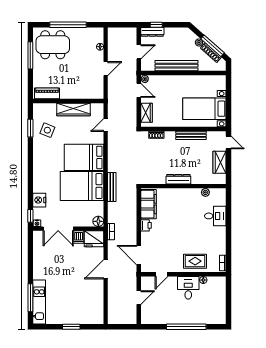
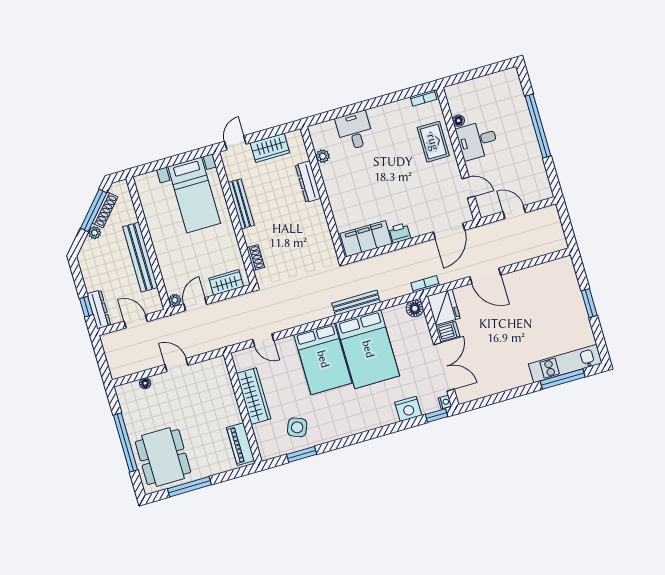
dresser: (178, 179) -> (308, 182), moved

